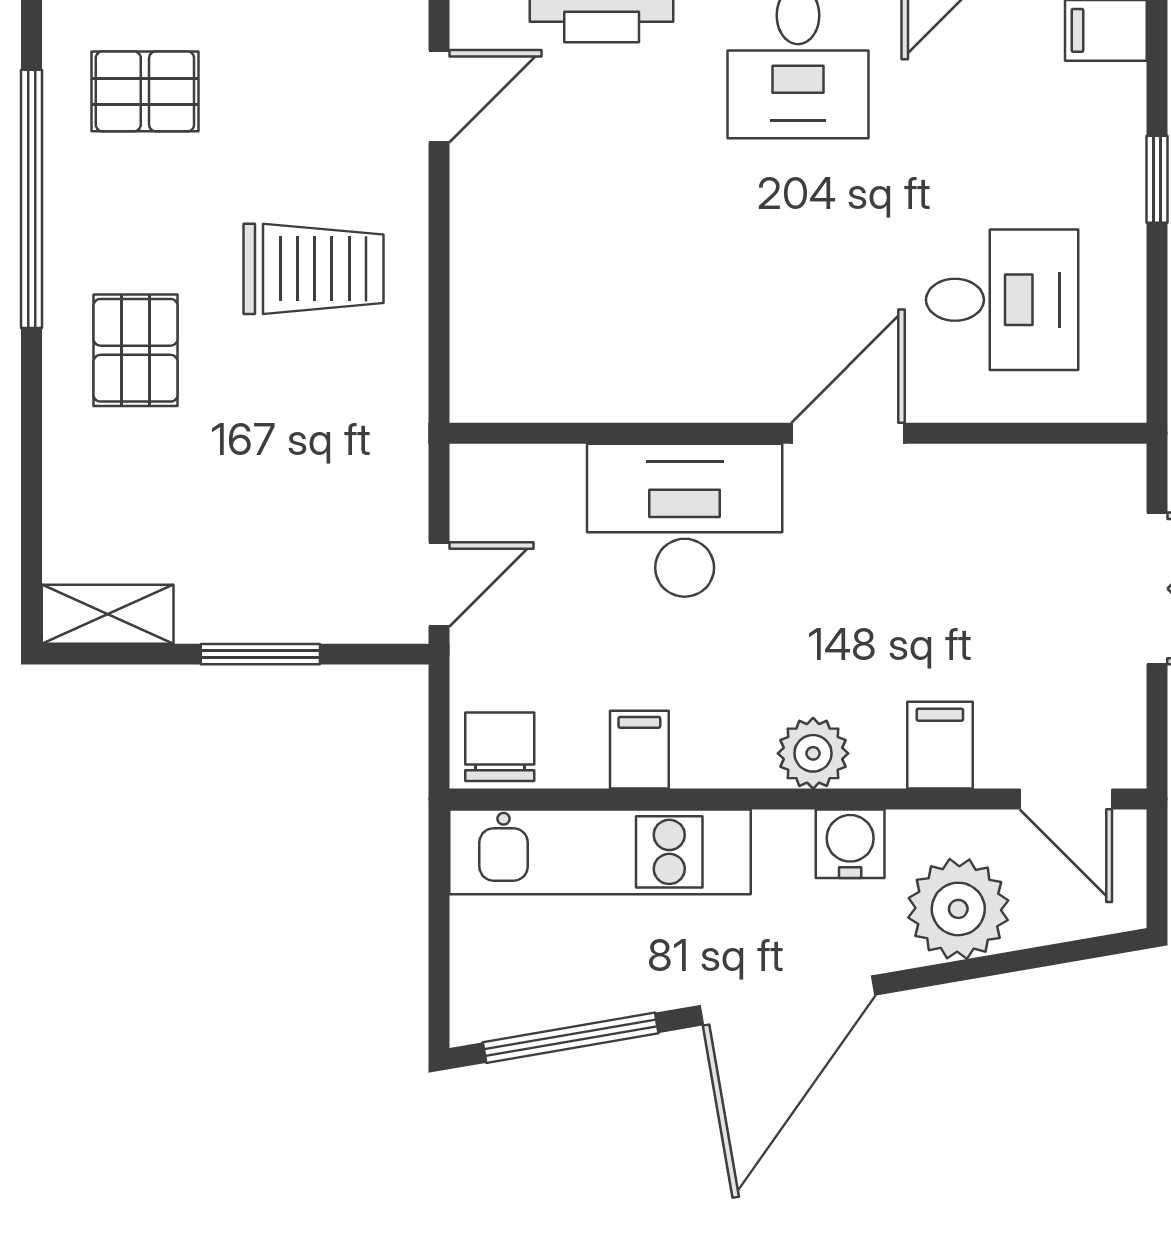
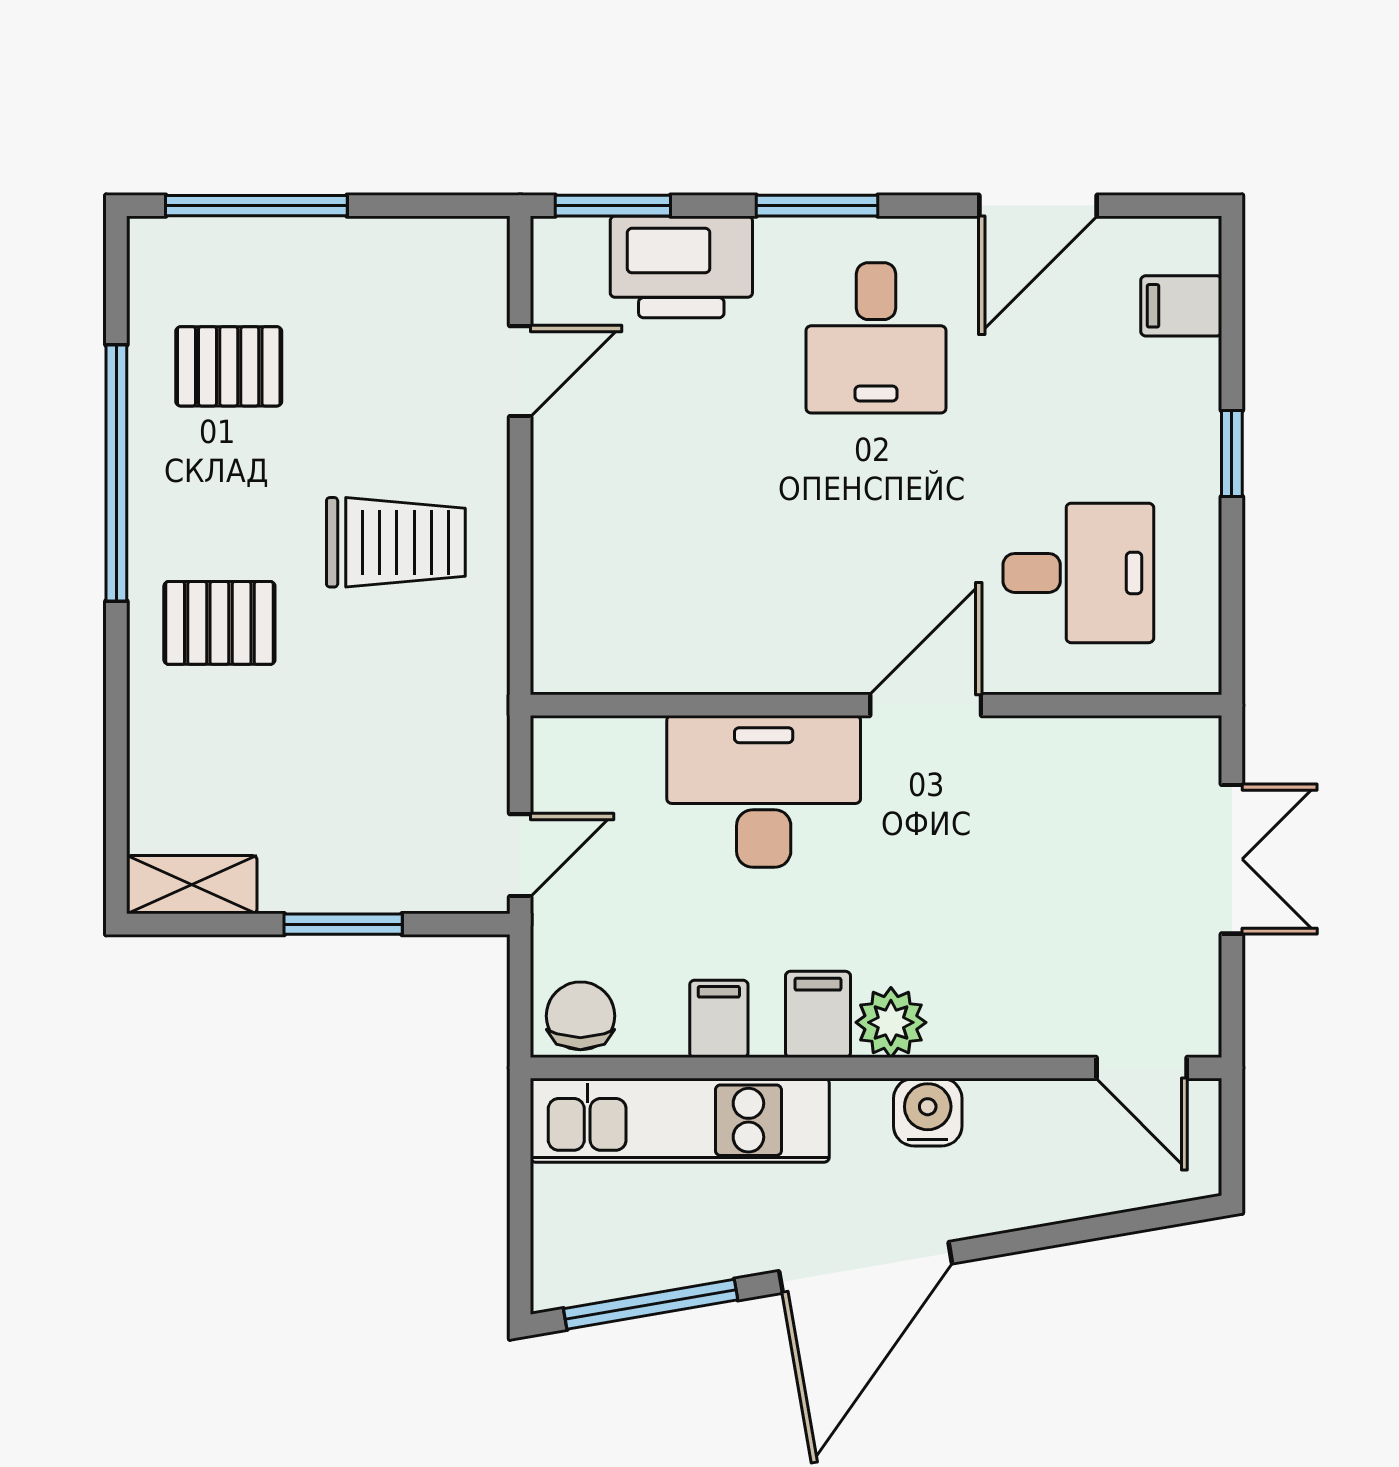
pallet: (136, 350) -> (219, 623), turned 90
filing cabinet: (940, 745) -> (818, 1014), moved
plant: (958, 909) -> (1035, 1177), removed

